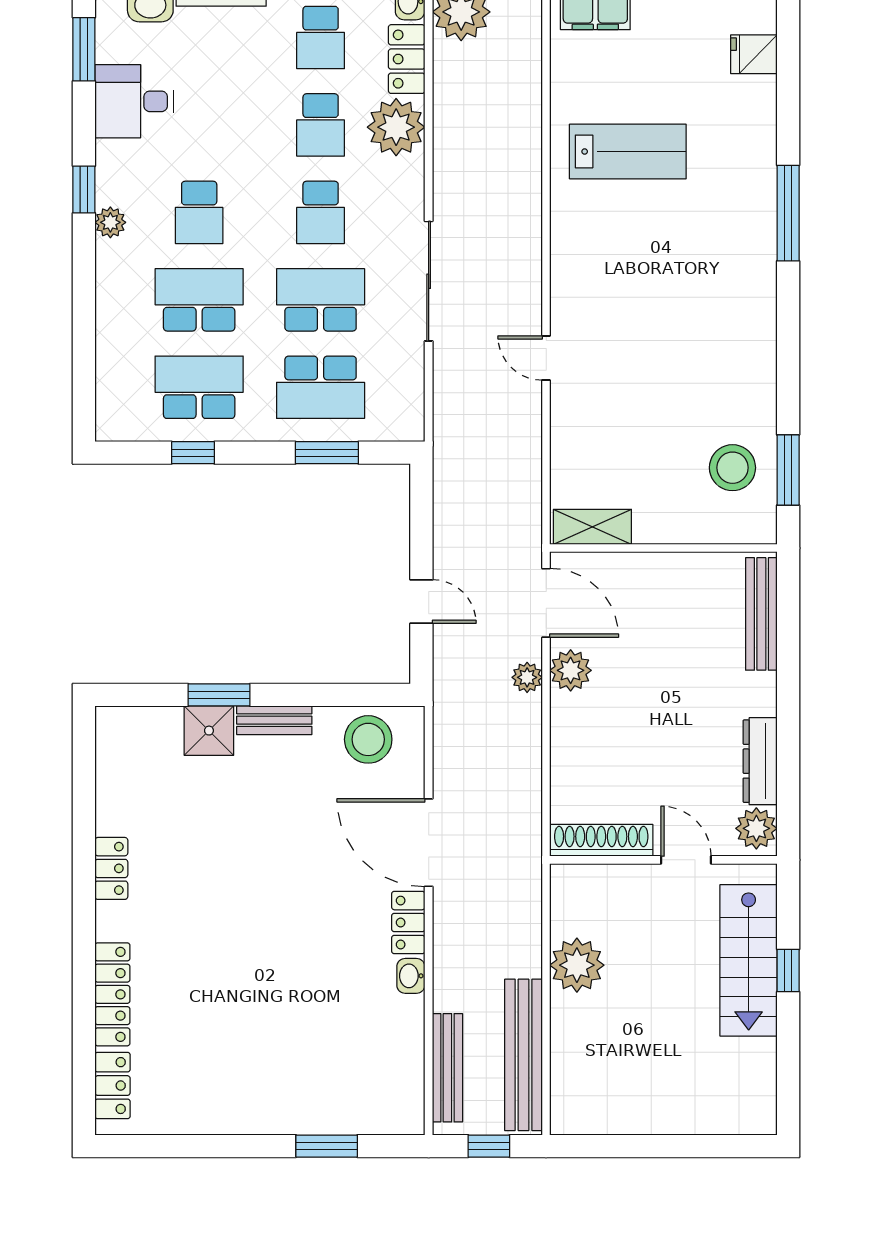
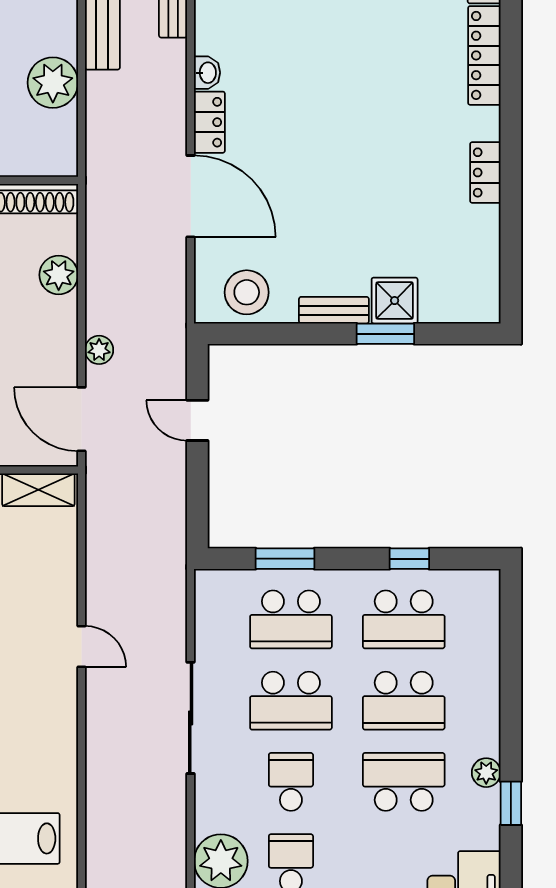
school desk: (199, 212) -> (404, 782), width x1.85
school desk: (321, 387) -> (291, 619), turned 180
plant: (571, 670) -> (59, 275), moved

